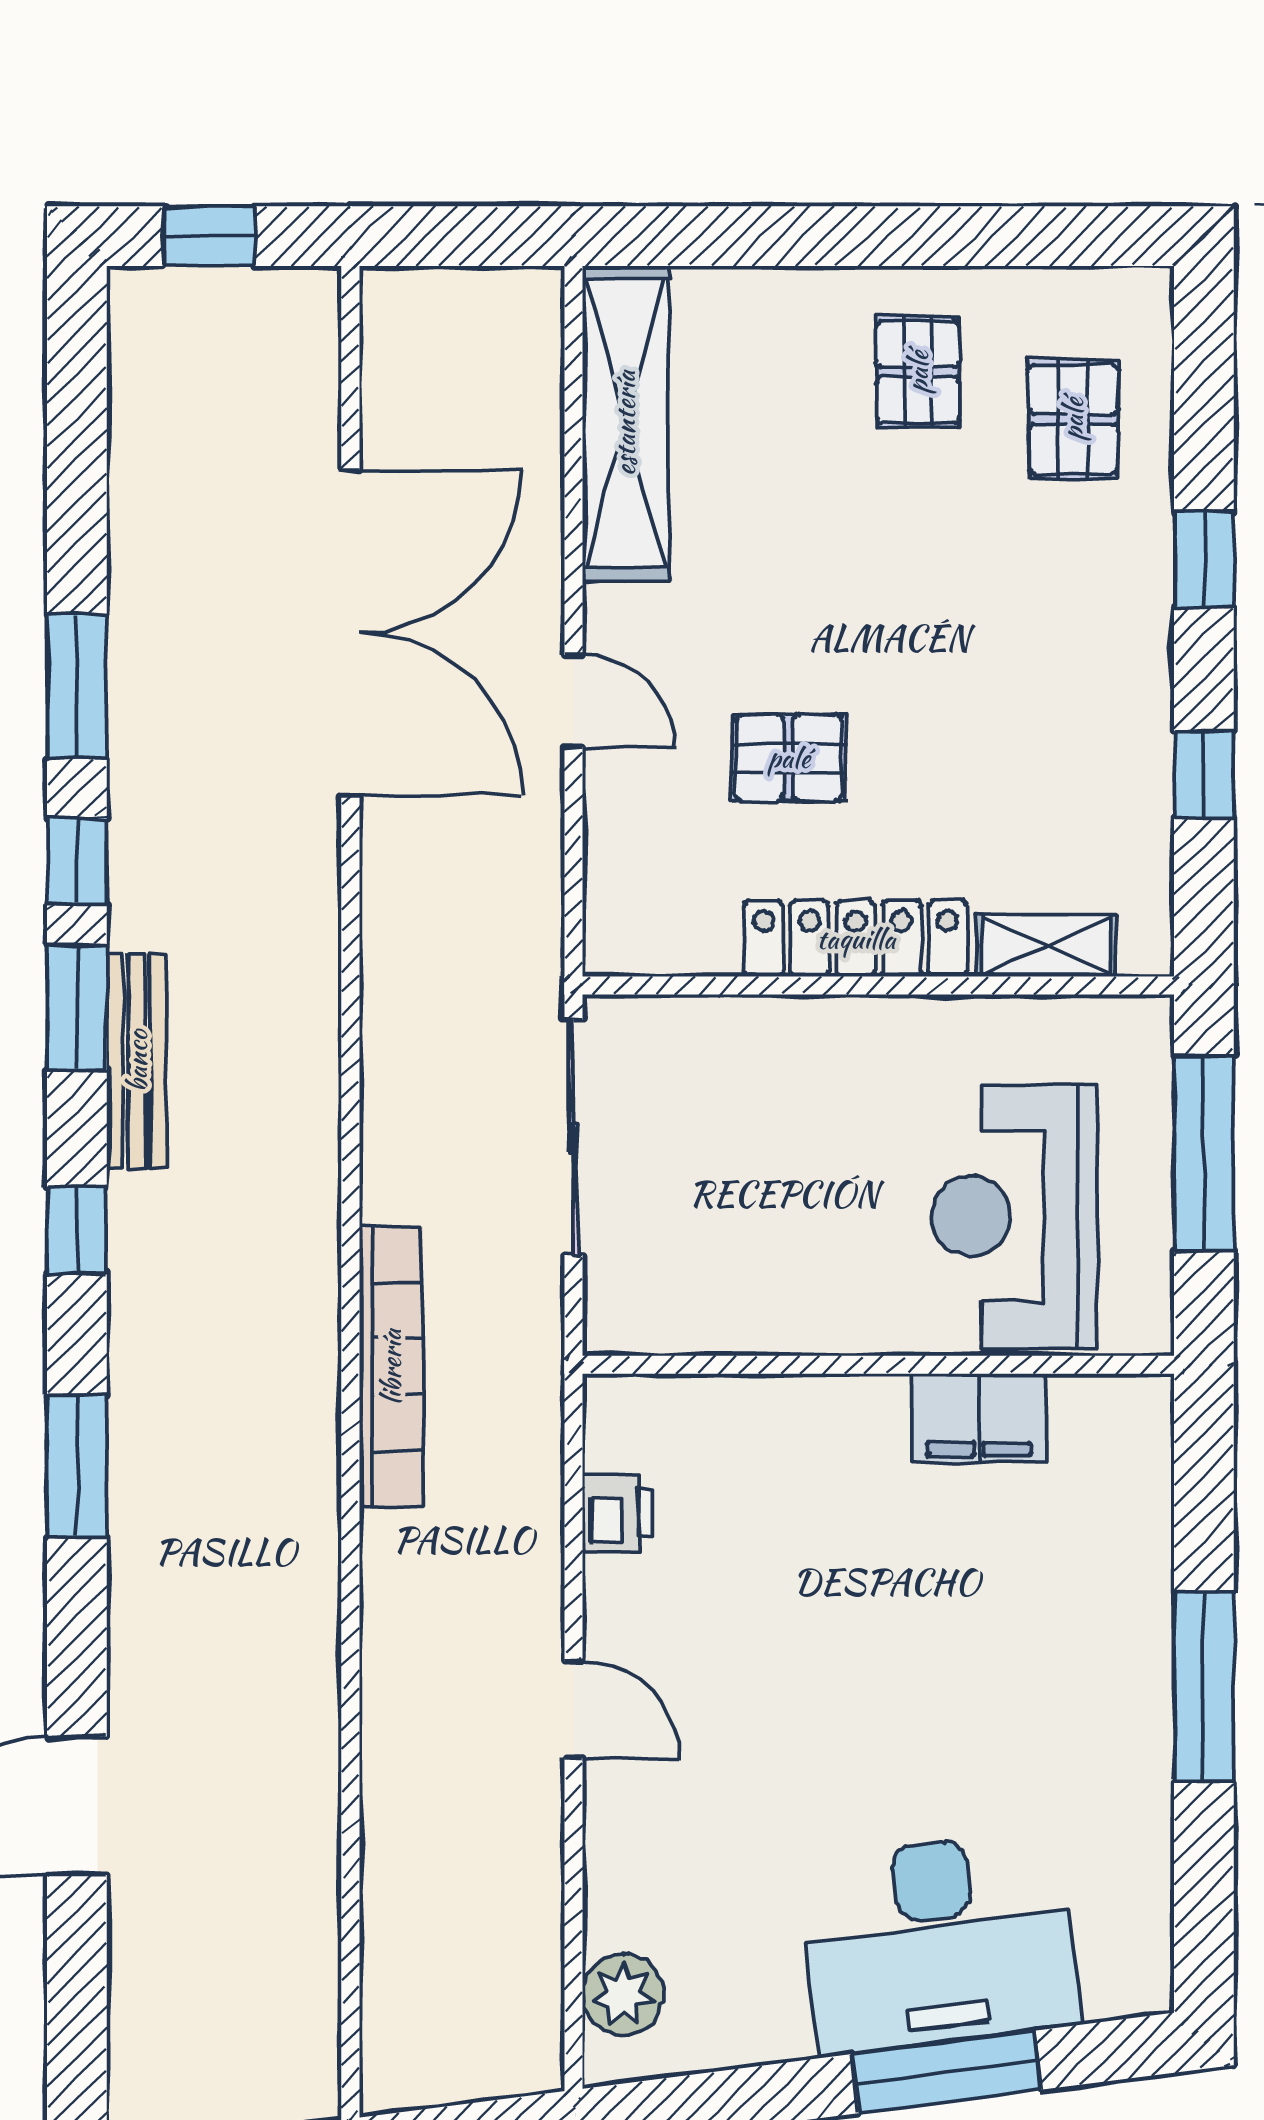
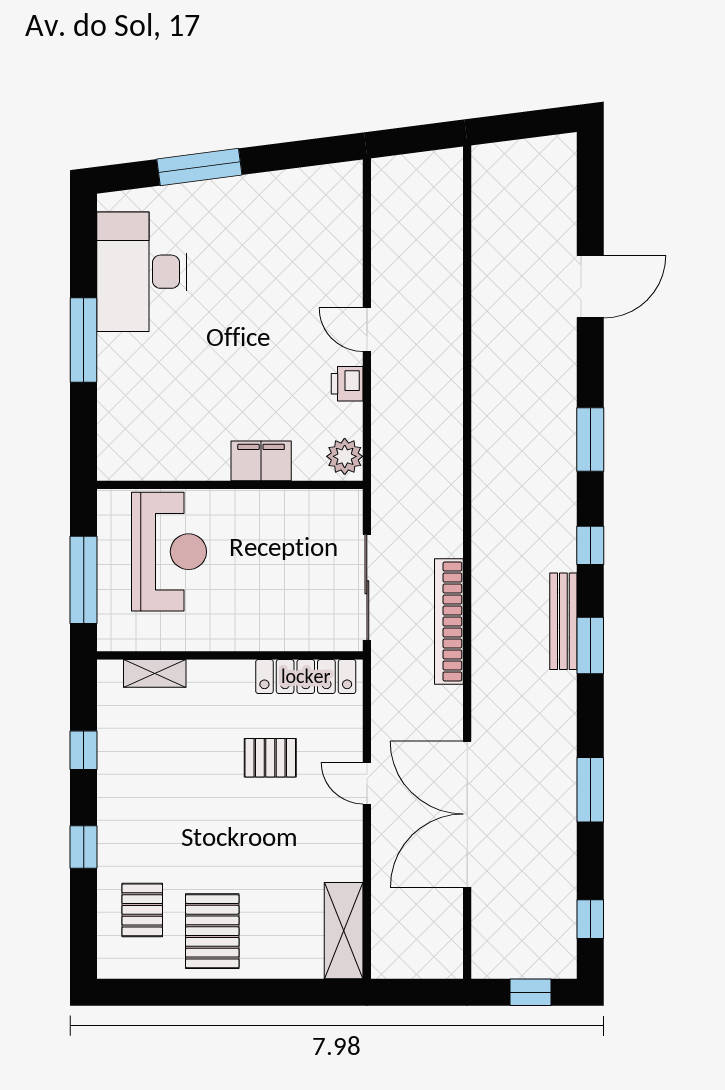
pallet: (918, 372) -> (212, 931), width x1.50, depth x1.42
shelving: (625, 423) -> (344, 931), width x0.68
window: (77, 861) -> (590, 919), moved
locker: (856, 939) -> (306, 676), moved
bookcase: (391, 1367) -> (449, 621), moved
filing cabinet: (979, 1418) -> (261, 461), moved
printer: (618, 1513) -> (347, 384), moved
desk: (939, 1942) -> (142, 272), moved, turned -83
plant: (623, 1994) -> (345, 456), moved

